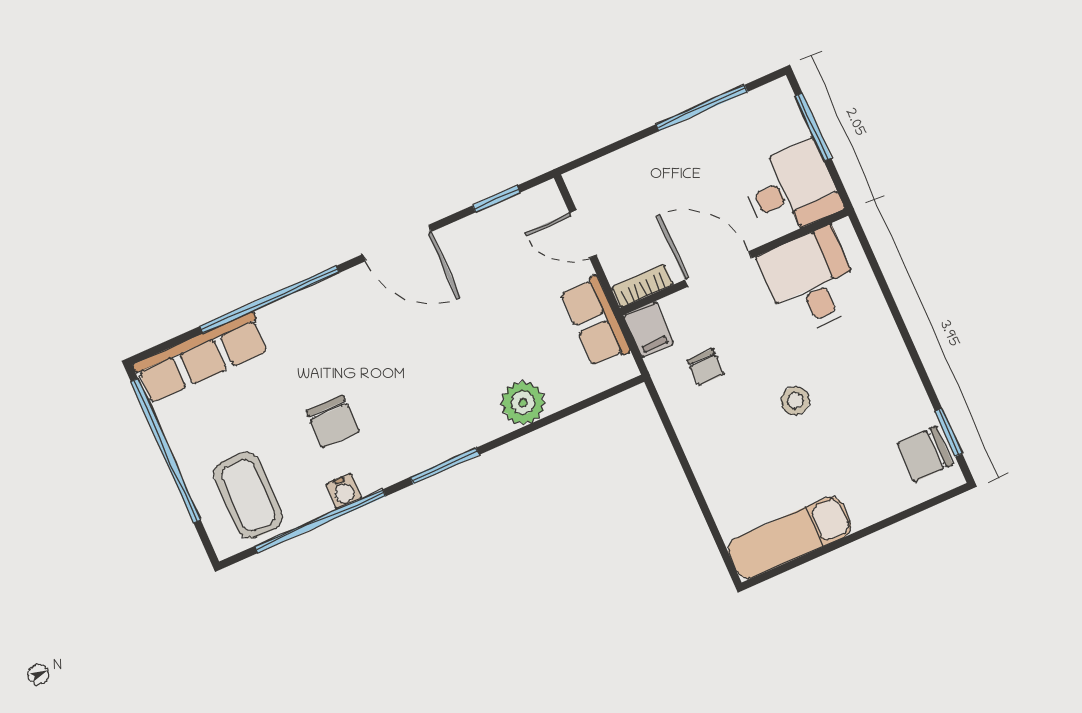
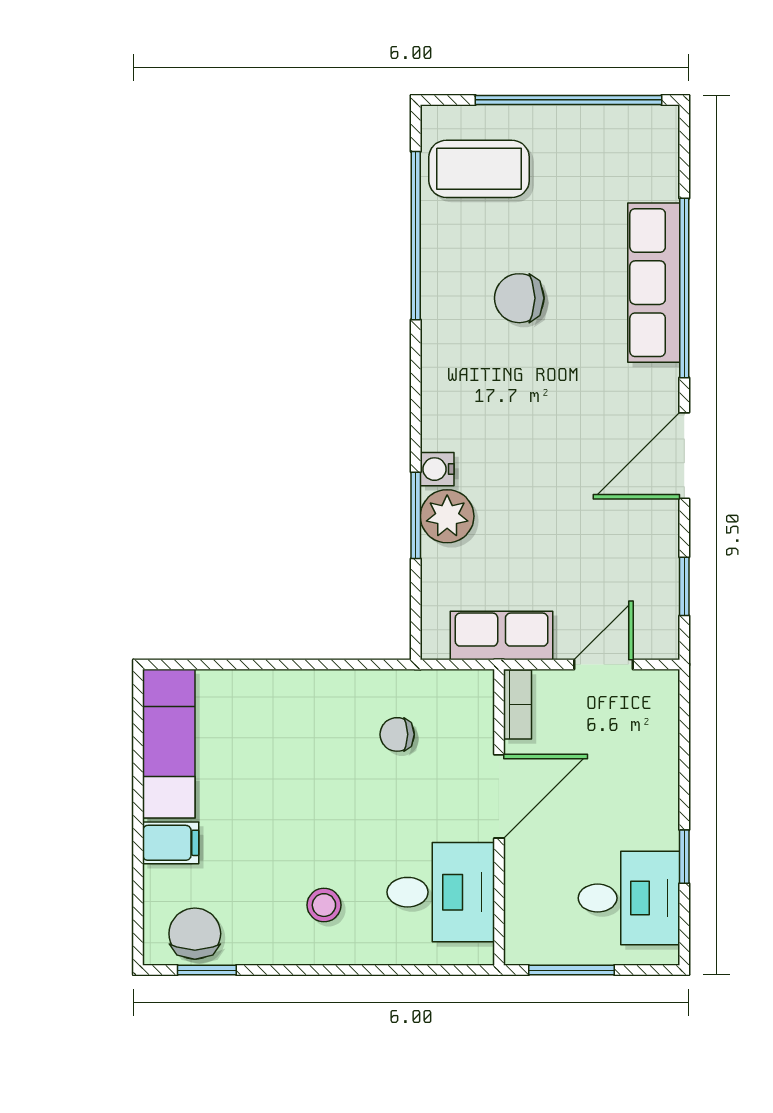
window: (702, 108) -> (684, 857), width x0.46
window: (813, 127) -> (572, 970), moved
desk: (791, 190) -> (629, 898), moved, turned -90
filing cabinet: (649, 329) -> (171, 843), moved, turned 180
row of seats: (201, 357) -> (654, 283), moved
stool: (795, 401) -> (324, 905), moved
window: (445, 466) -> (416, 515), moved
water cooler: (344, 491) -> (437, 469), moved

